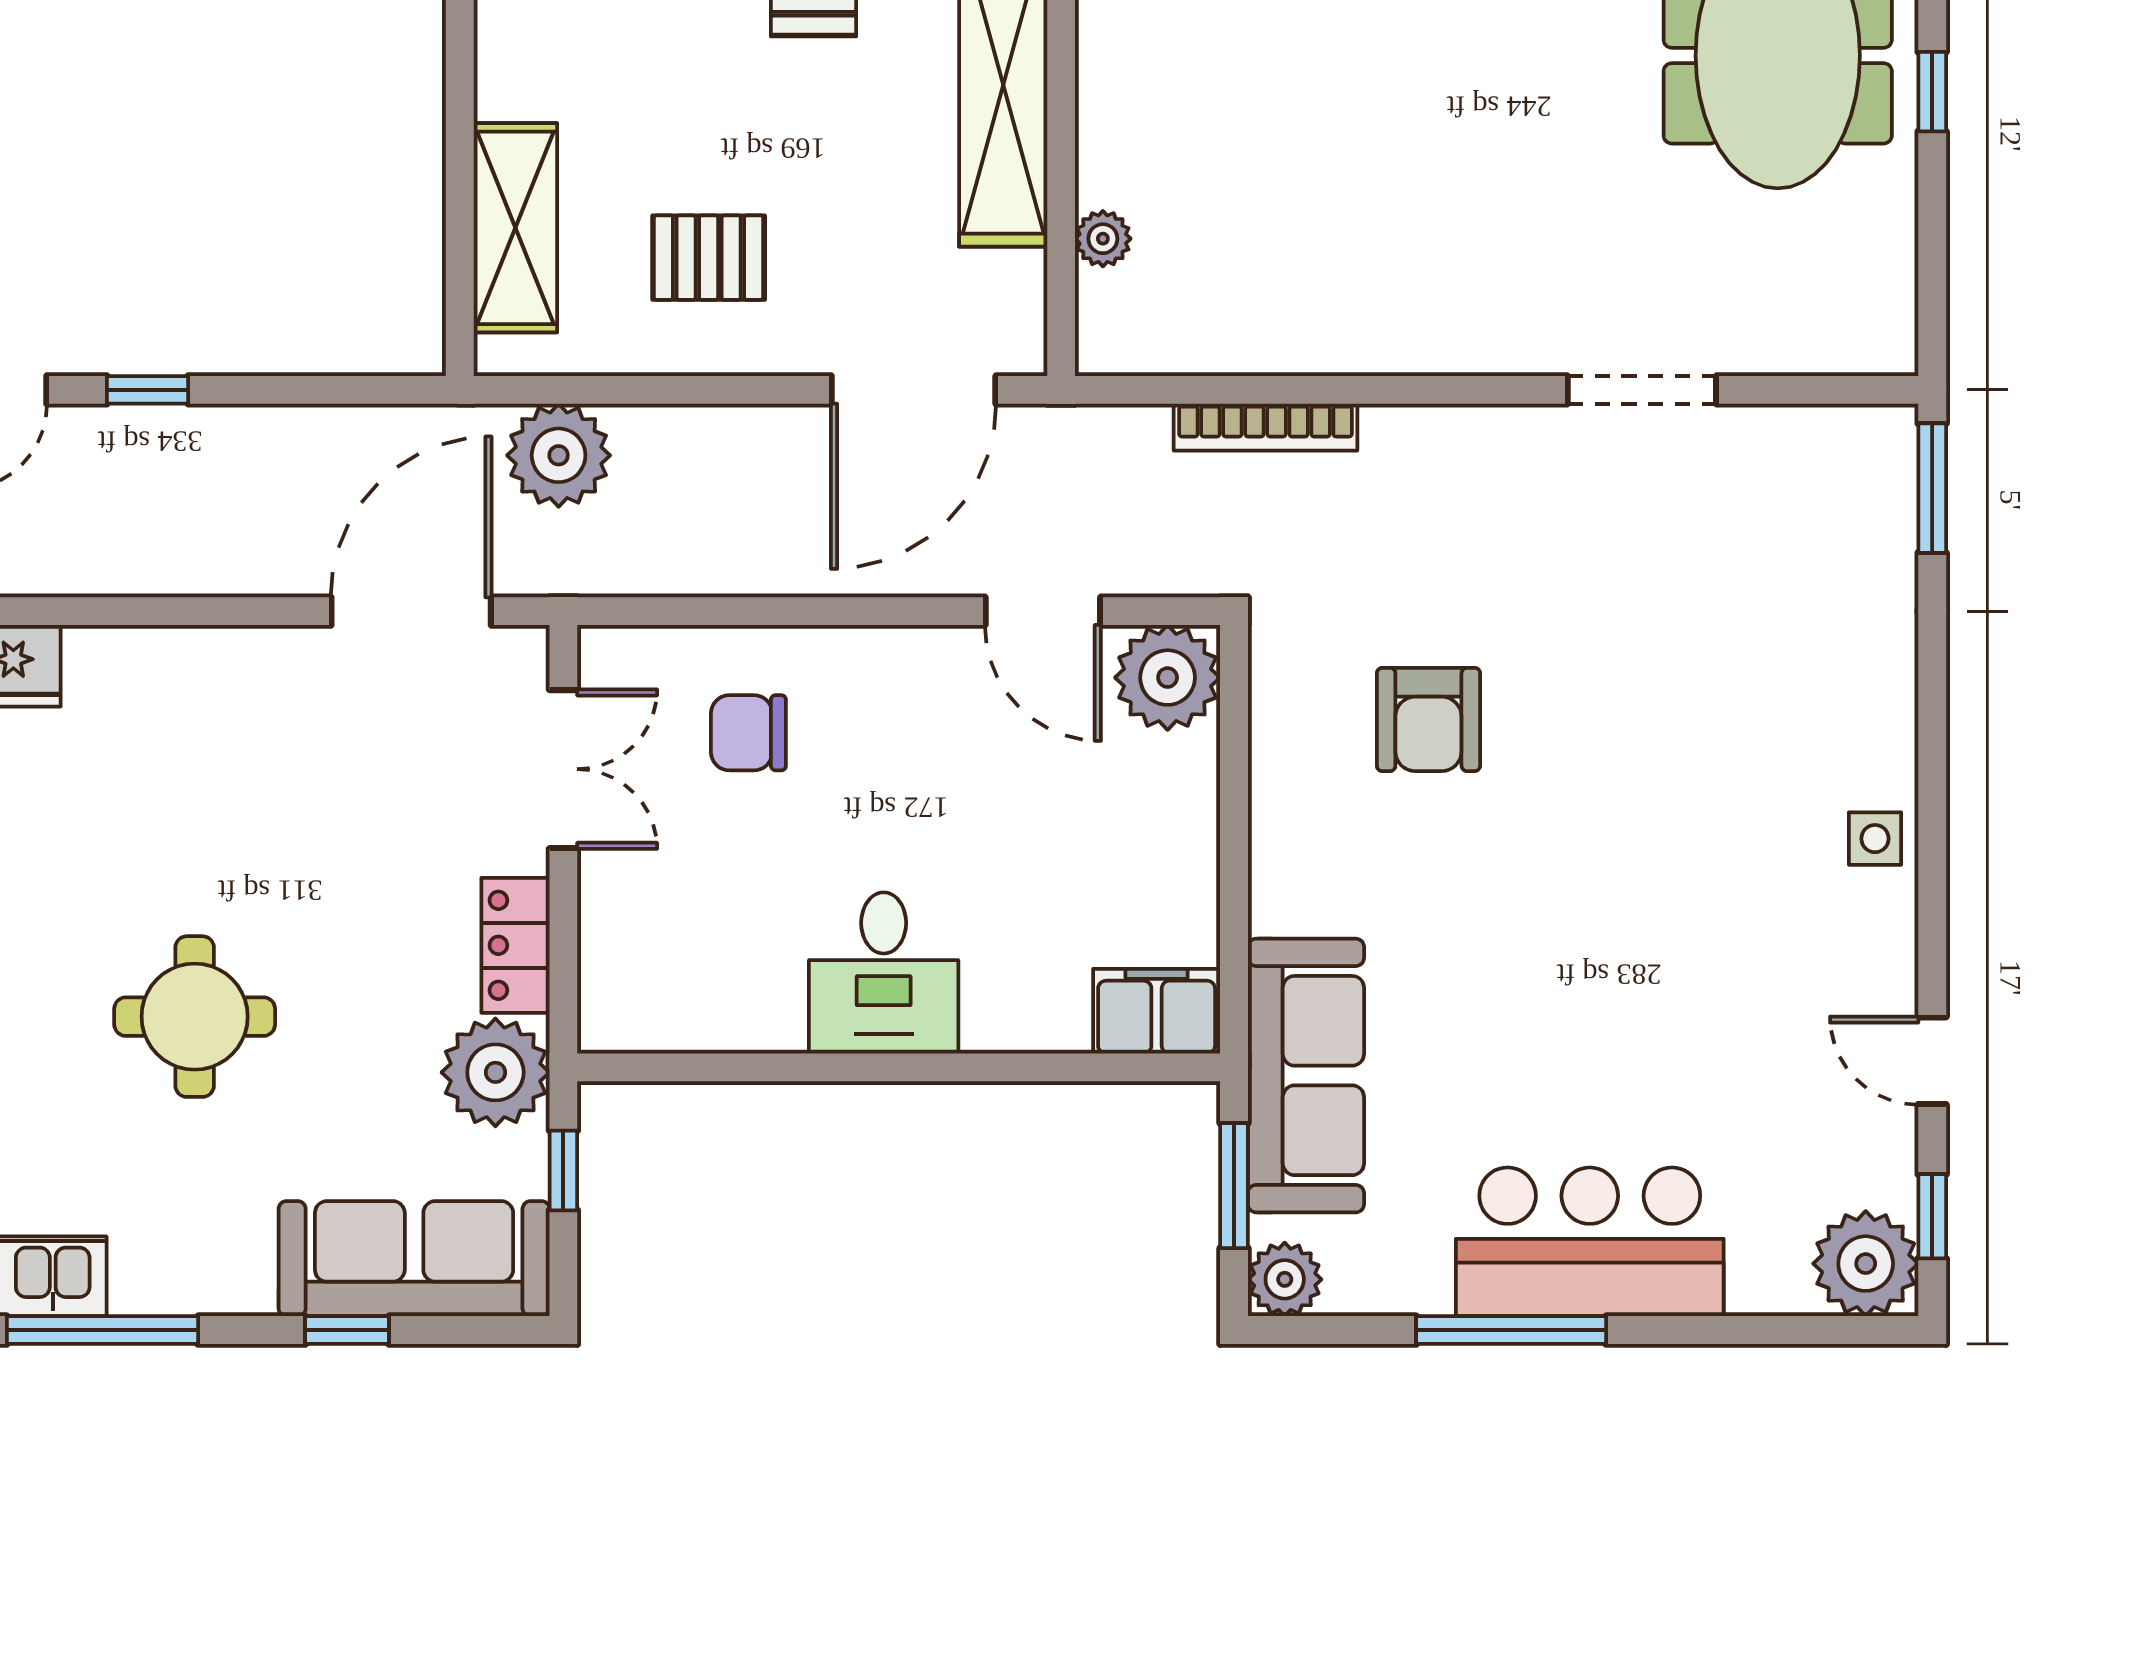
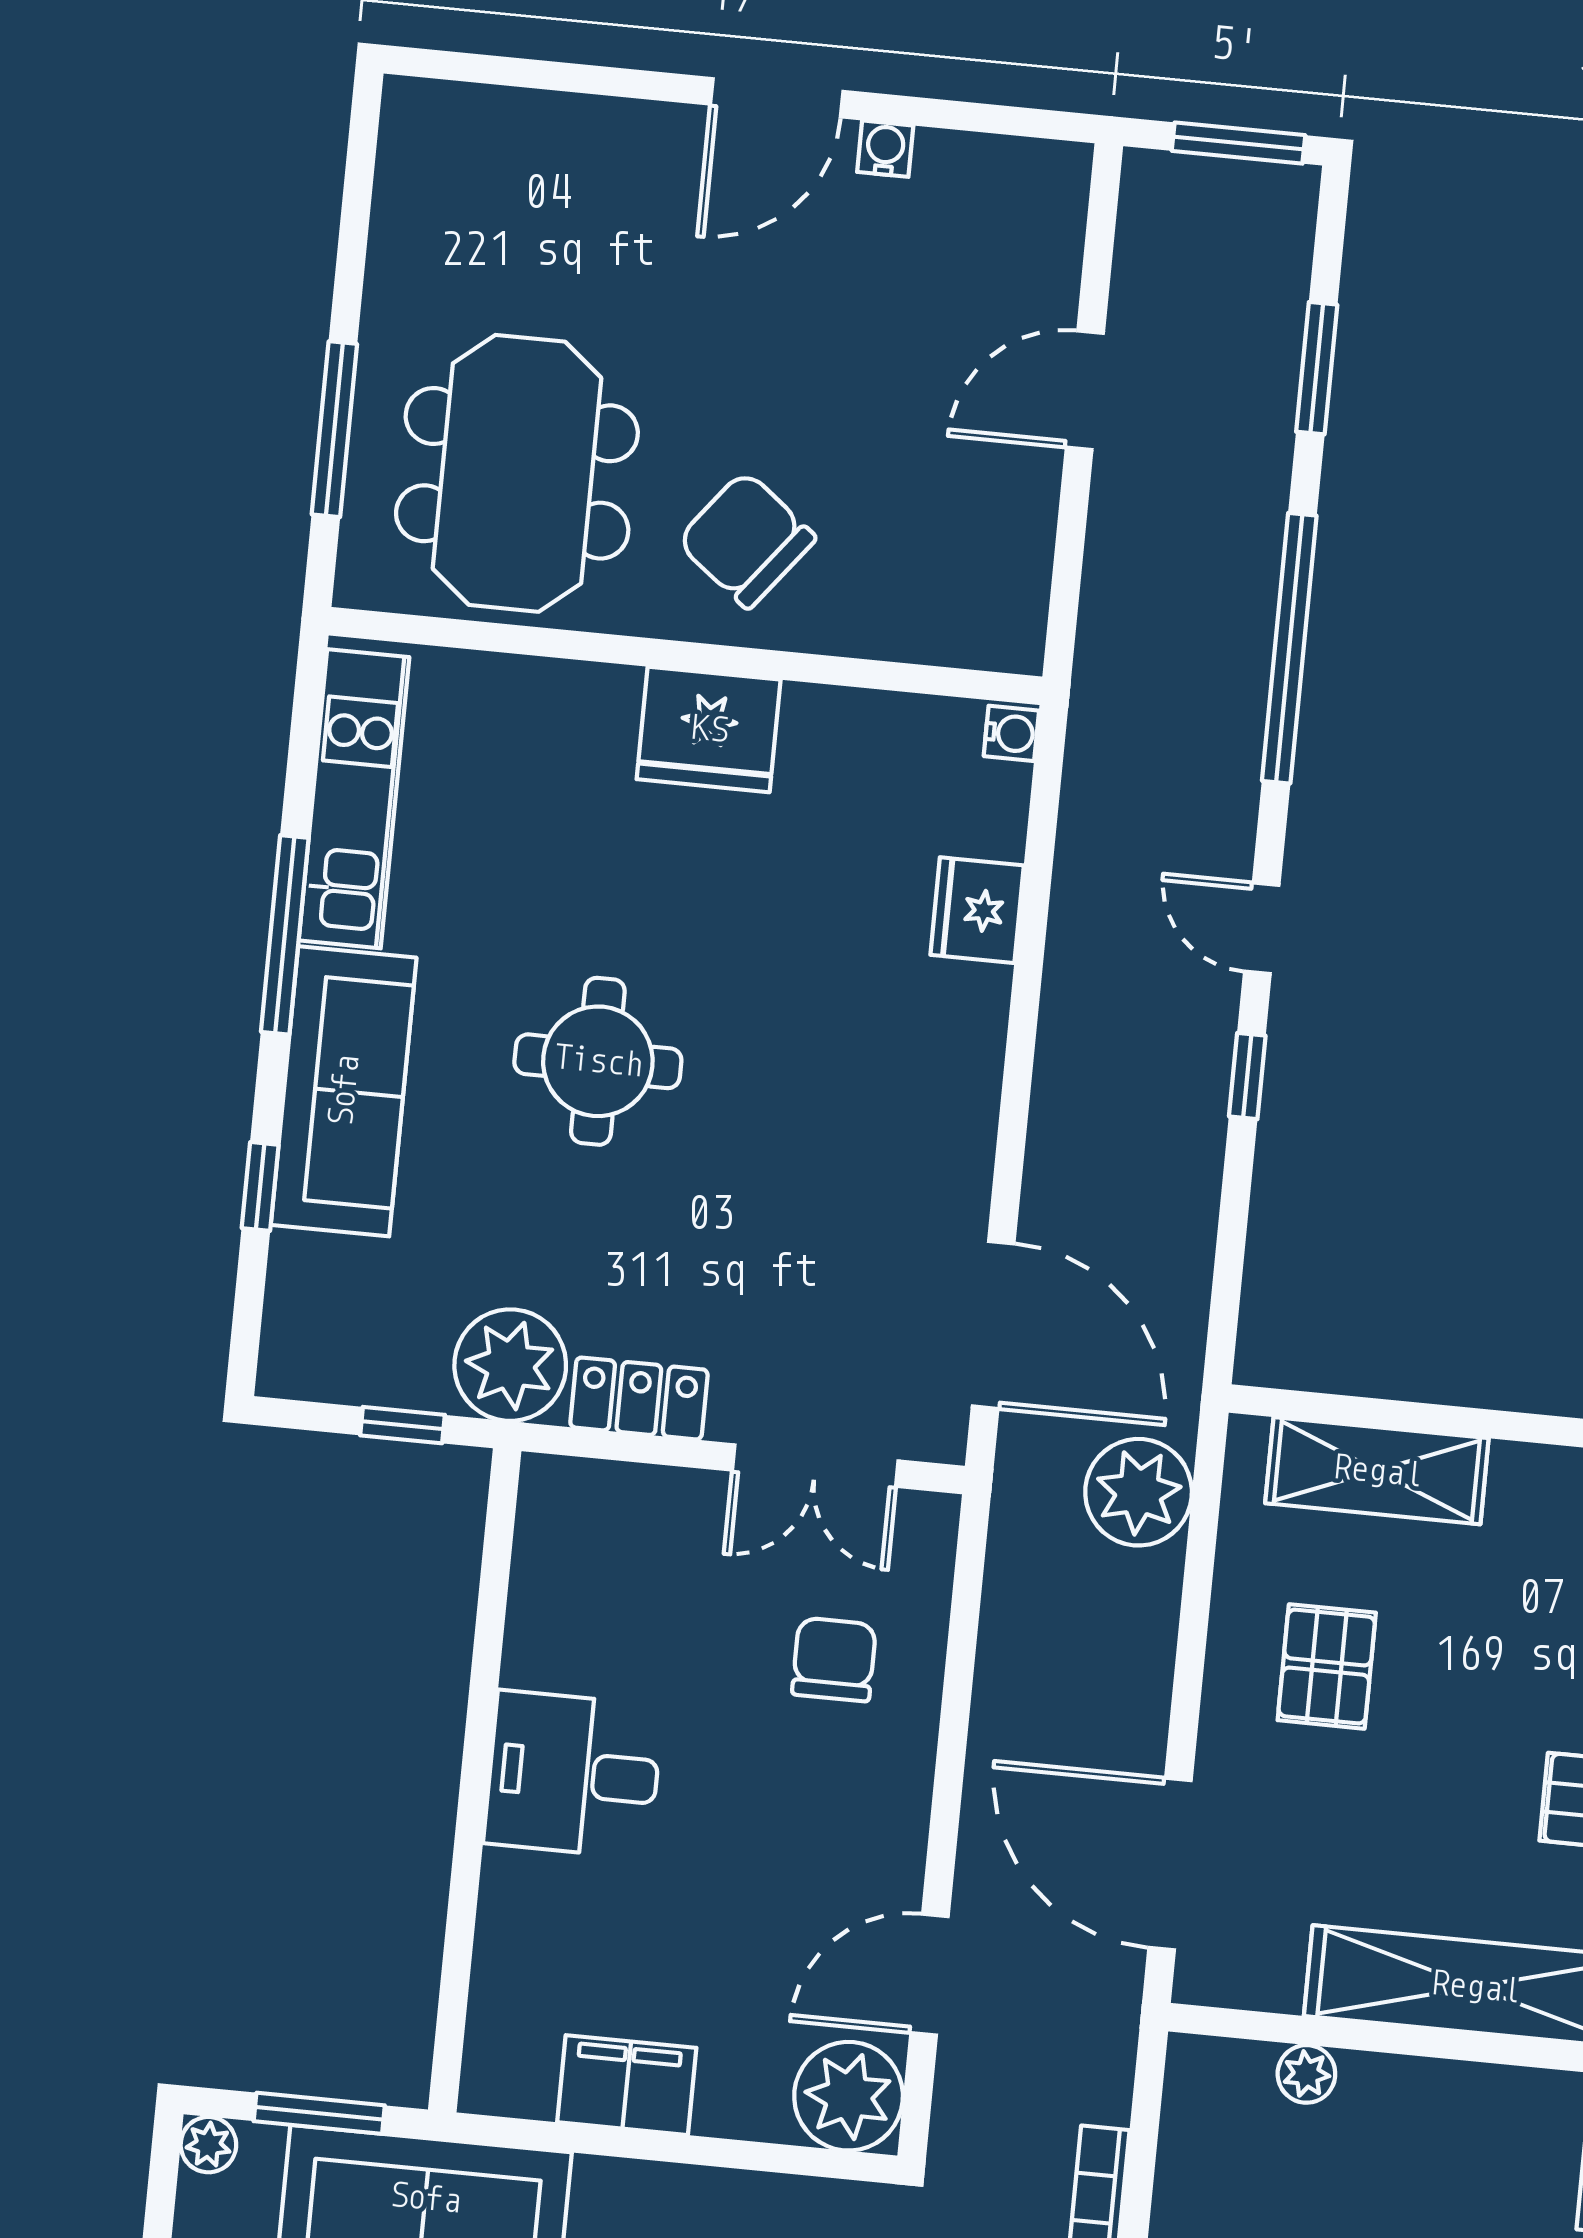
filing cabinet: (1157, 1011) -> (627, 2085), moved, turned -90
sofa: (414, 1259) -> (344, 1091), moved
plant: (1285, 1279) -> (208, 2145), width x0.73, depth x0.73

